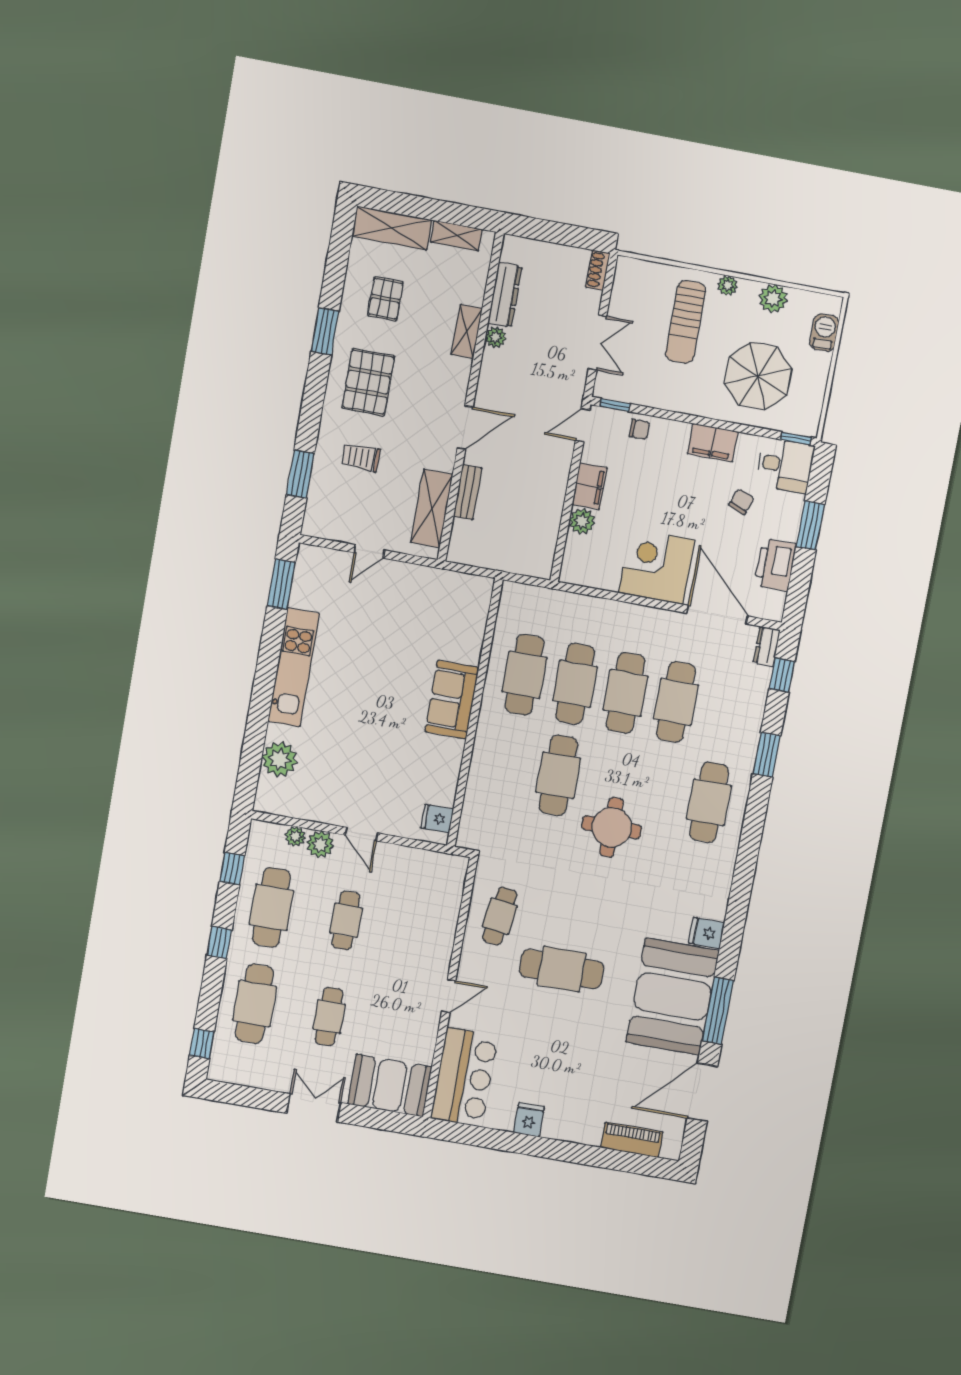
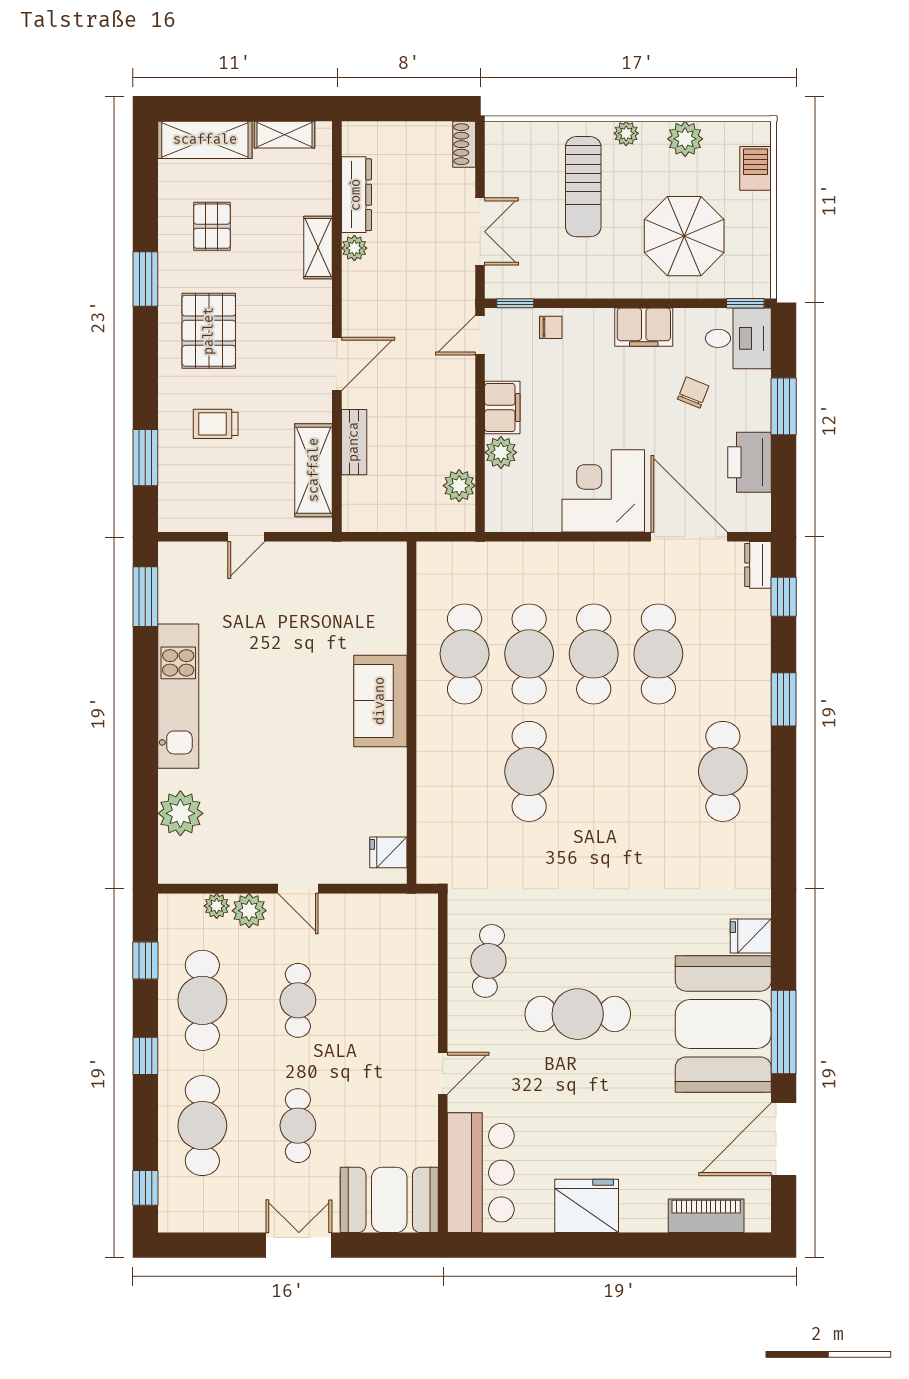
plant: (544, 542) -> (459, 486), added
round table: (612, 827) -> (607, 824), removed
fridge: (529, 1120) -> (587, 1206), width x1.88, depth x1.34

